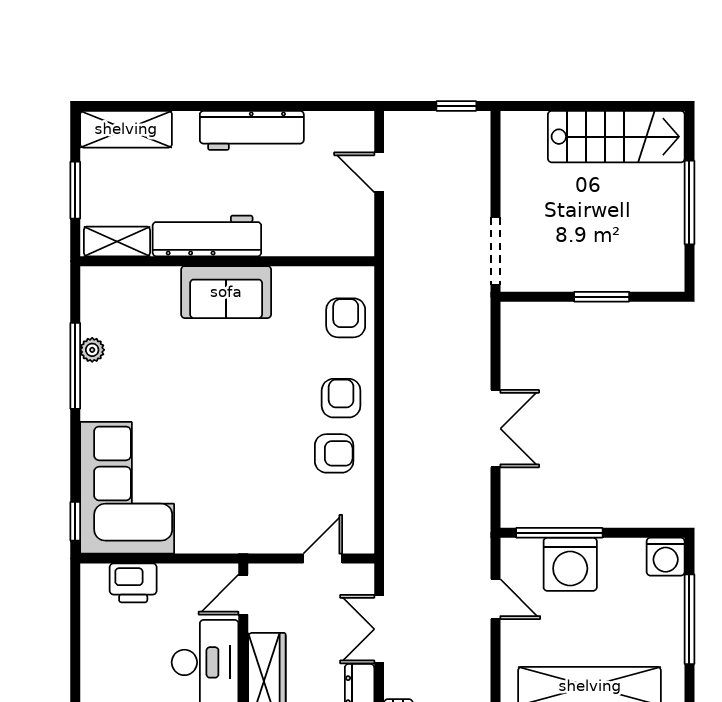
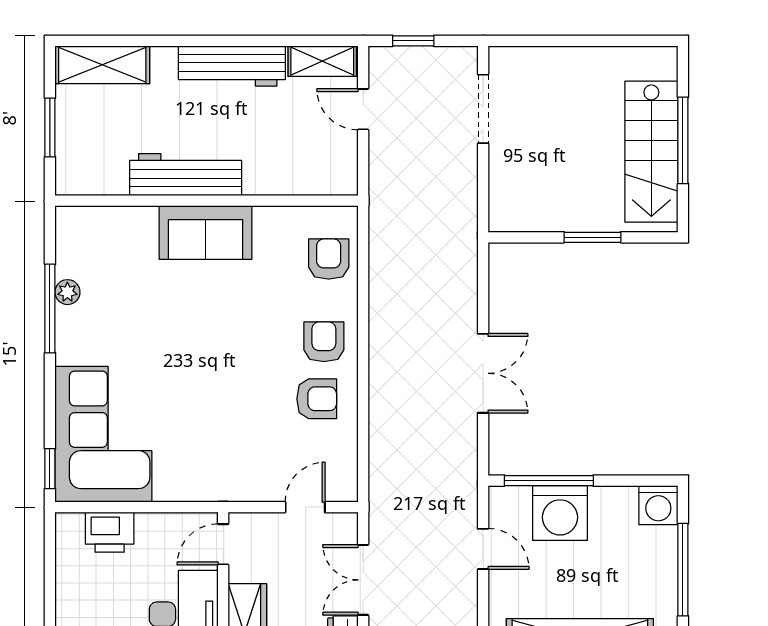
window: (456, 106) -> (413, 41), moved
stairs: (616, 137) -> (651, 152), moved, turned 90
shelving: (117, 241) -> (322, 61), moved
doorway: (496, 251) -> (483, 109), moved

